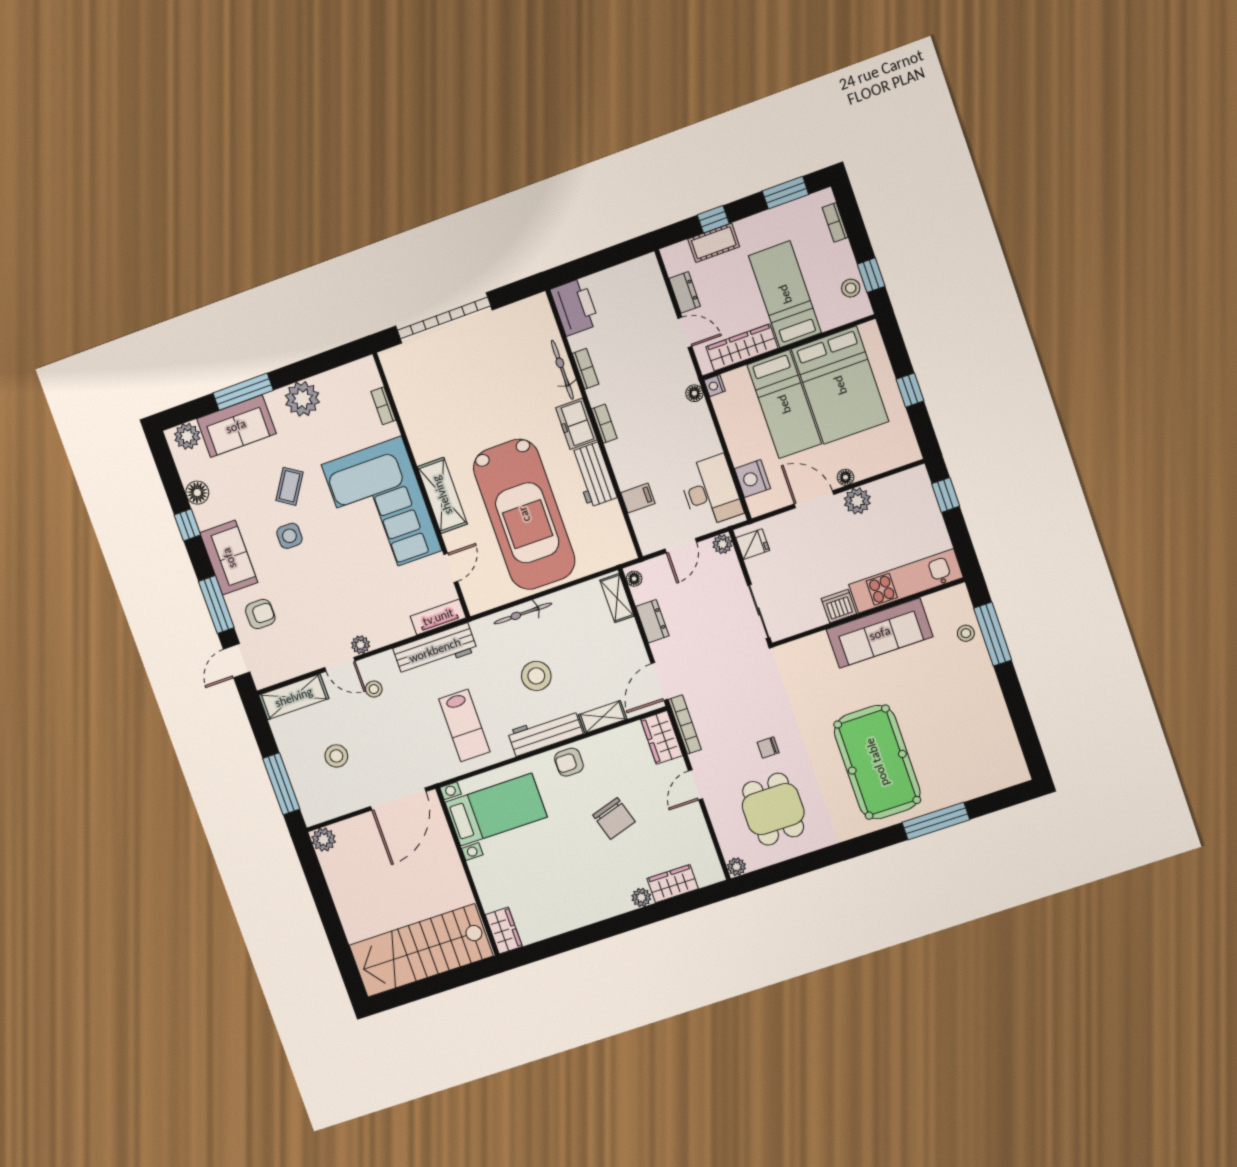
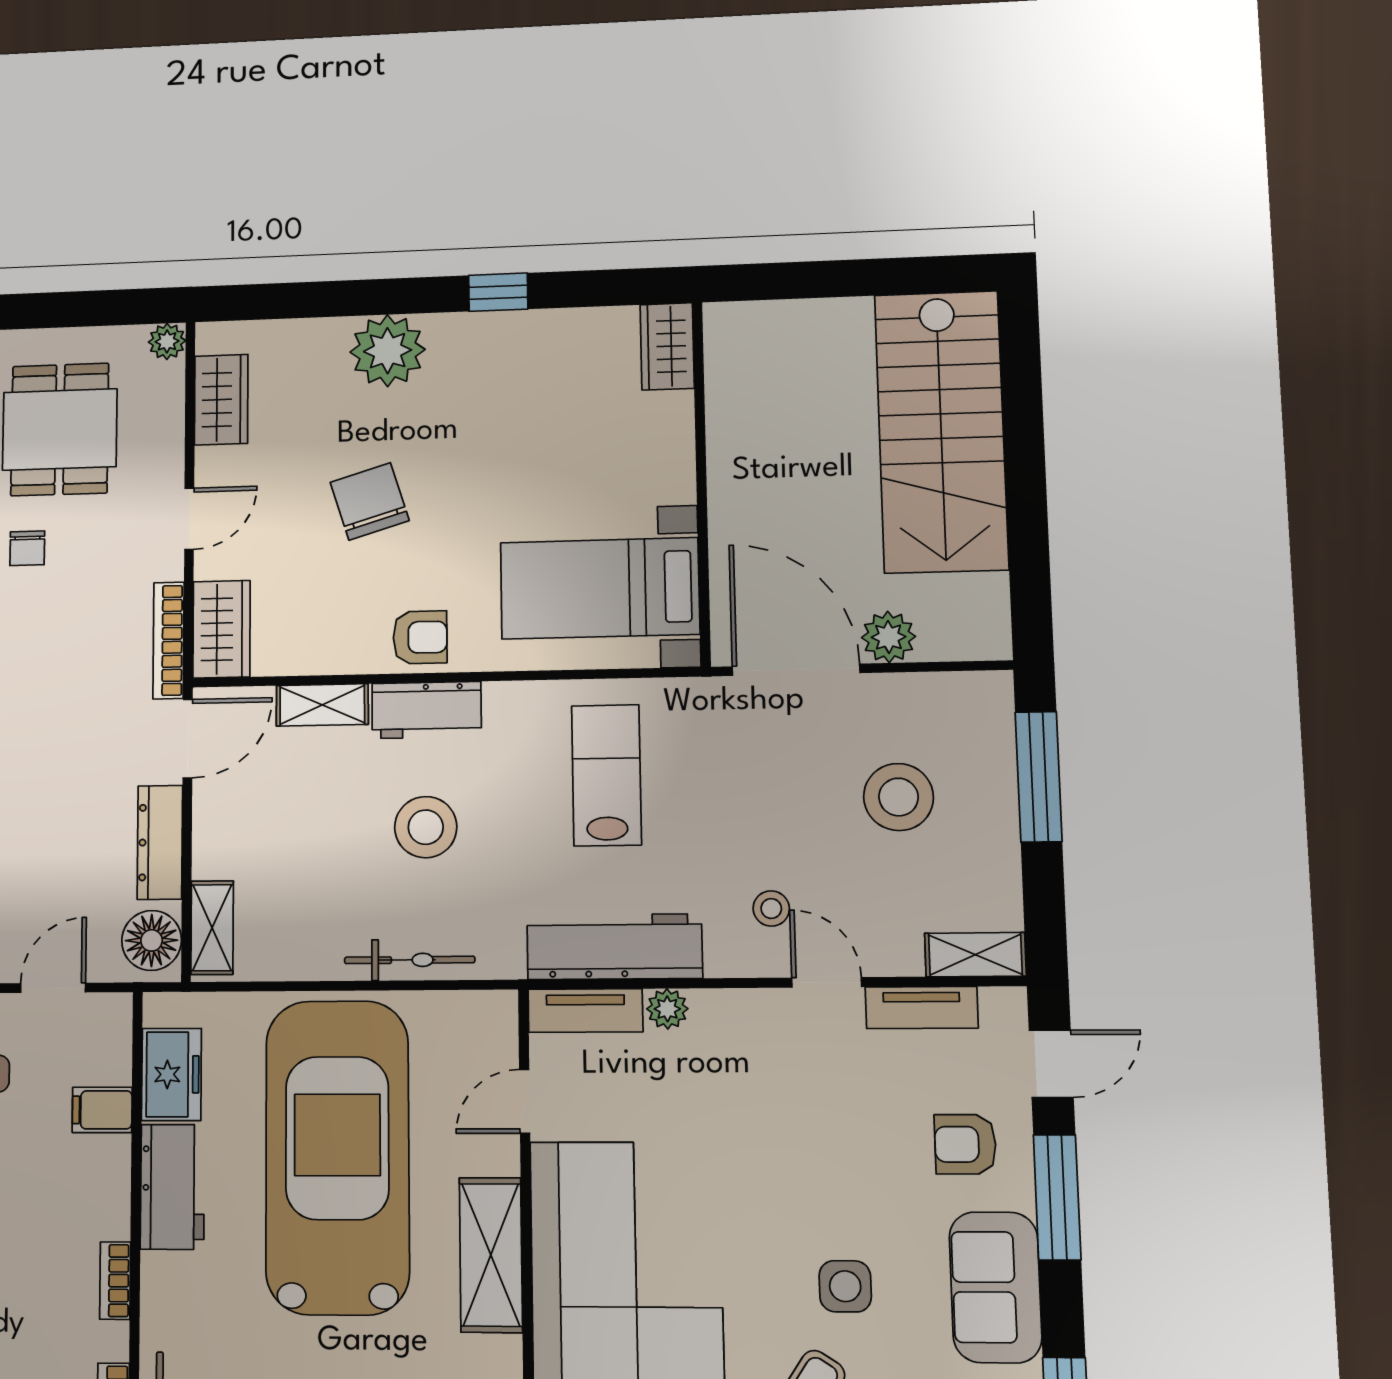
freezer: (576, 424) -> (171, 1074), moved
floor lamp: (634, 579) -> (152, 940), width x1.89, depth x1.89
dresser: (652, 621) -> (160, 842), width x1.44
plant: (361, 645) -> (667, 1009), moved
tv unit: (297, 667) -> (922, 1008), added
shelving: (294, 697) -> (975, 955), width x0.67, depth x0.75
workbench: (545, 733) -> (427, 710), width x0.73
chair: (768, 747) -> (27, 548), turned 90
stool: (336, 756) -> (899, 797), width x1.38, depth x1.38
door: (398, 799) -> (796, 670), hinge flipped
plant: (324, 840) -> (889, 637), moved
wardrobe: (673, 884) -> (221, 400), moved, turned -90
plant: (641, 897) -> (388, 351), width x1.88, depth x1.88
window: (589, 934) -> (498, 292), added
stairs: (421, 951) -> (941, 431), moved, turned 90

